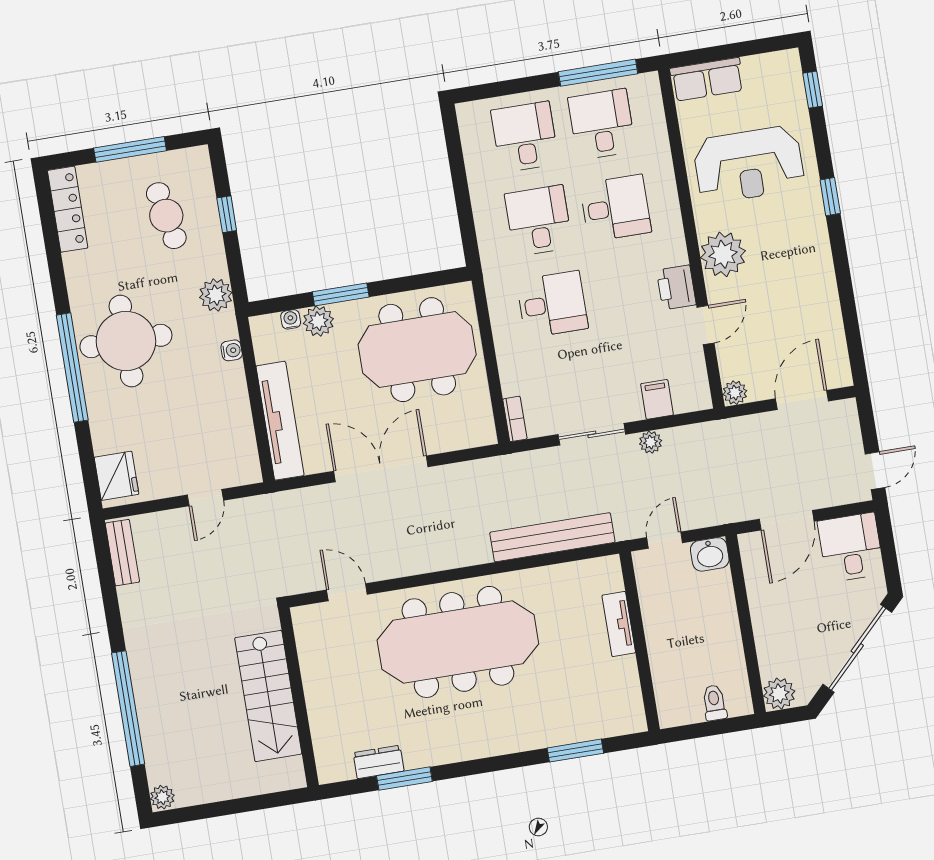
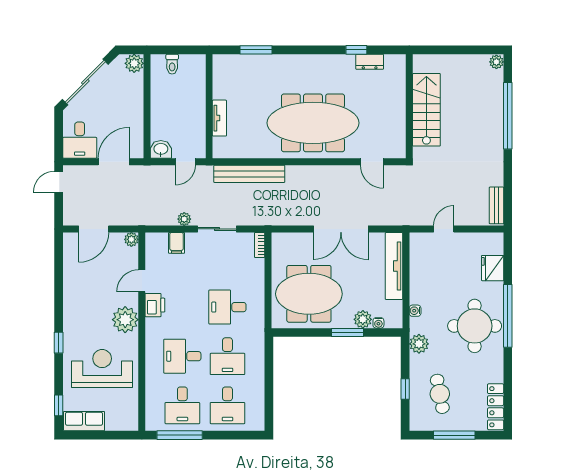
row of seats: (707, 79) -> (84, 421), moved
fridge: (117, 476) -> (493, 268), moved
window: (404, 779) -> (356, 50), width x0.67

